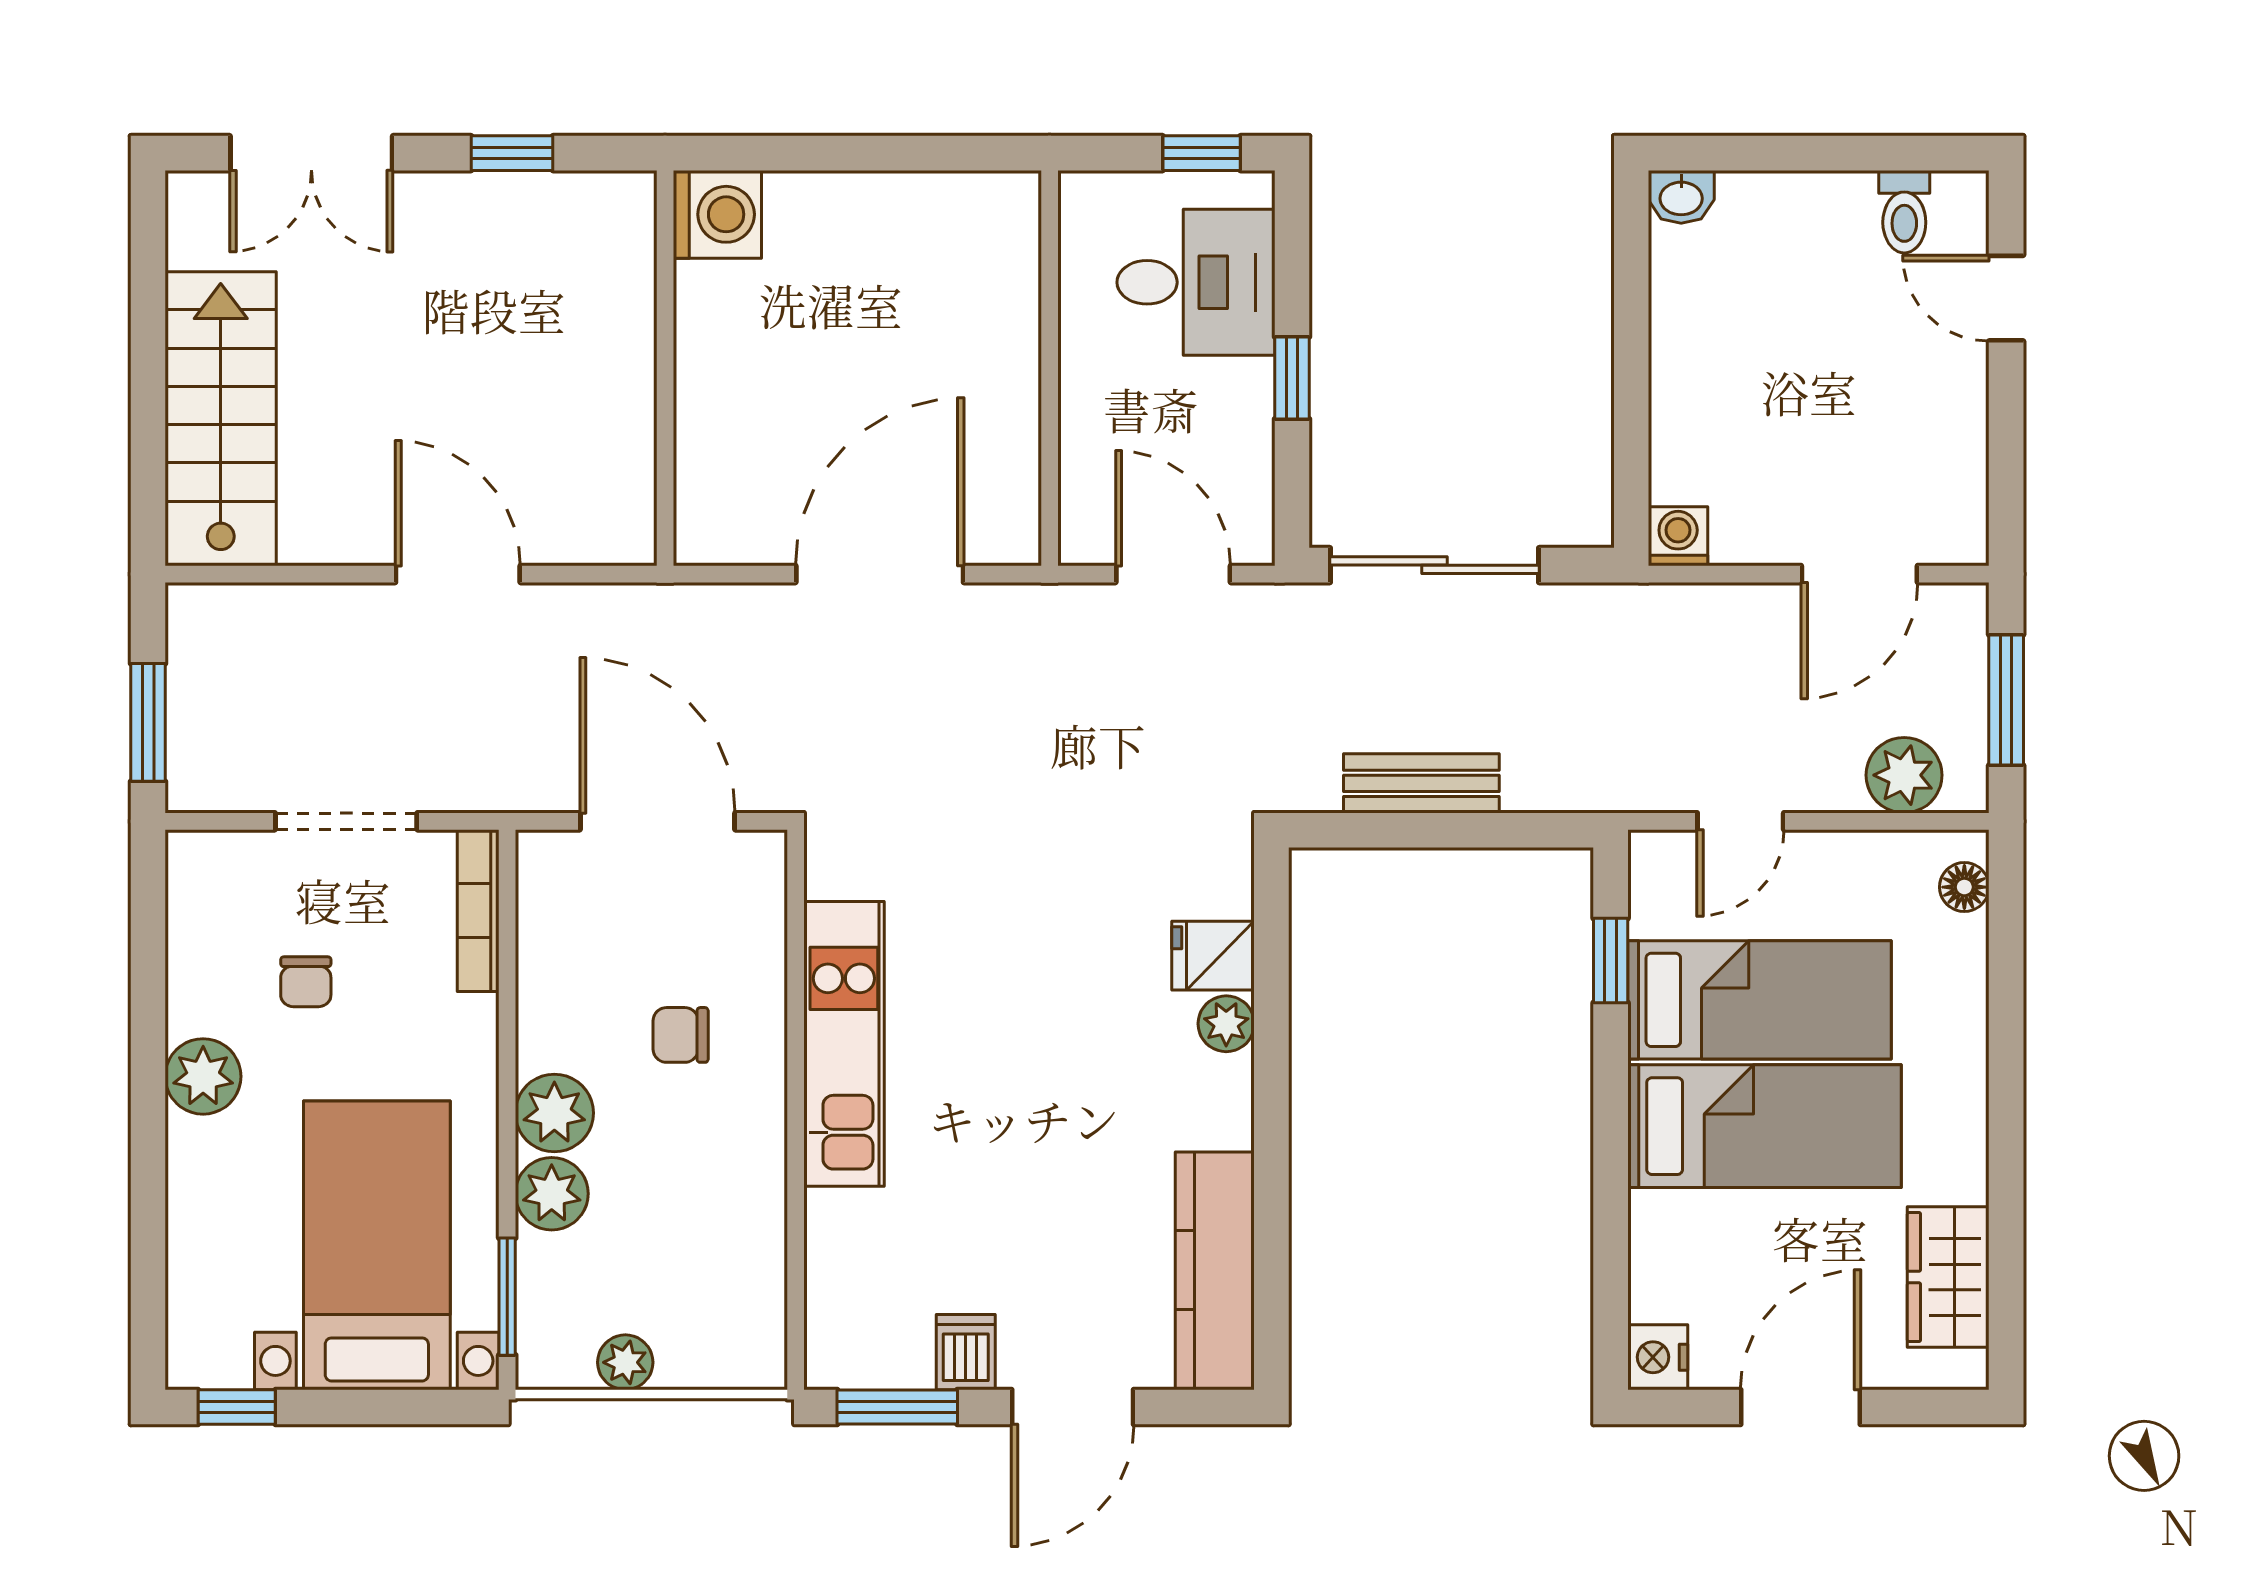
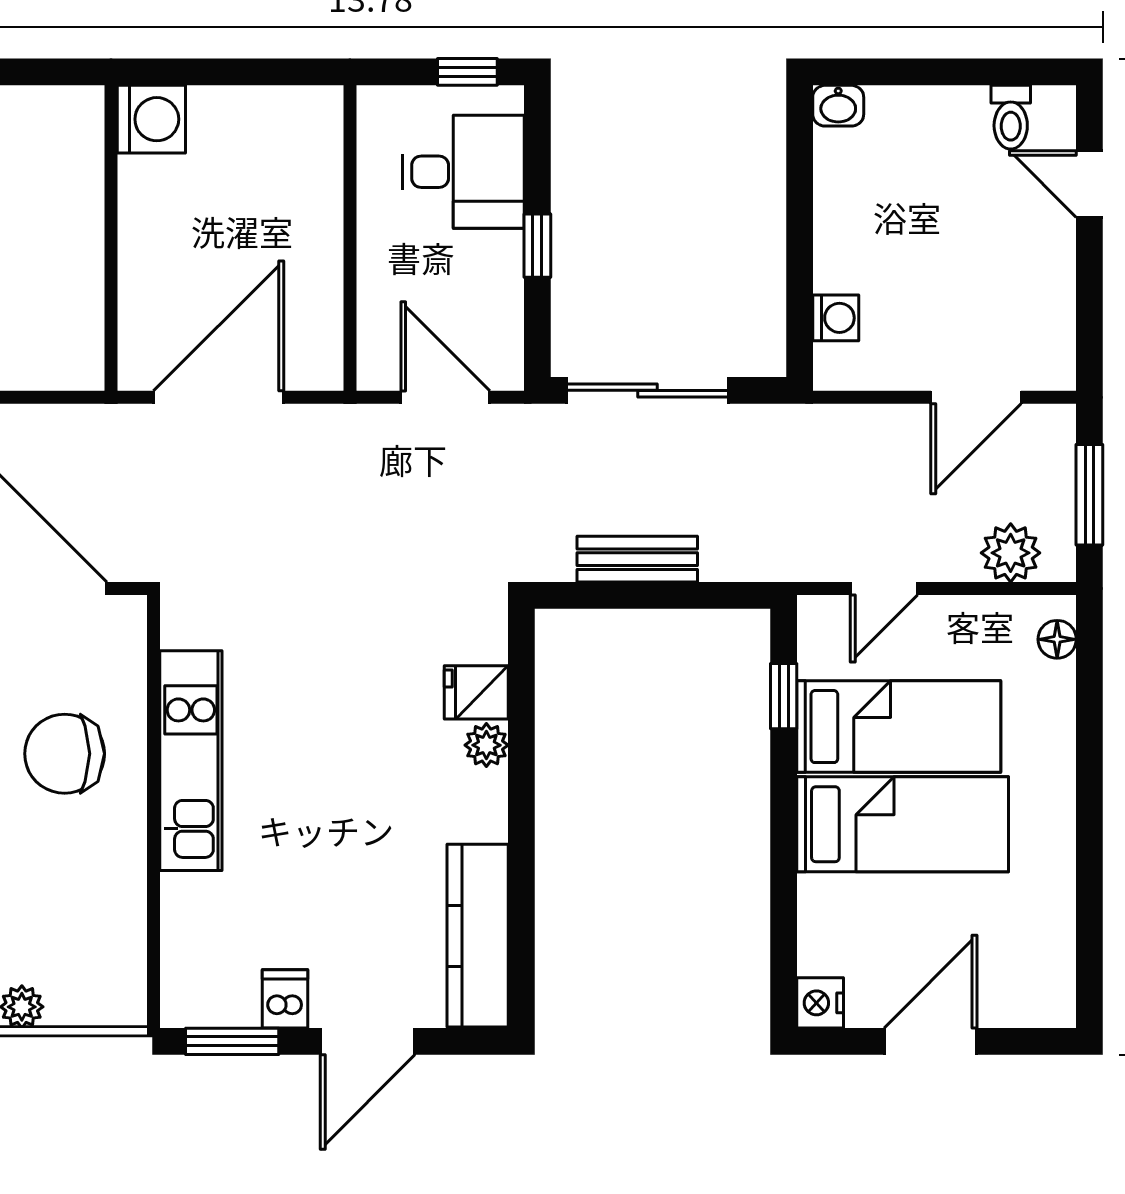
washing machine: (717, 214) -> (151, 119), moved
wall: (665, 368) -> (111, 238), moved
washing machine: (1678, 536) -> (836, 318), moved, turned 90
chair: (681, 1035) -> (65, 754), width x1.87, depth x1.87
wardrobe: (1948, 1277) -> (1045, 941), removed

